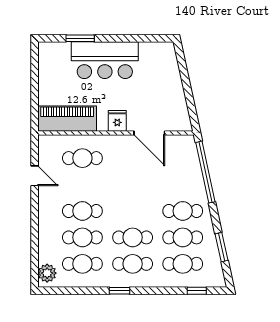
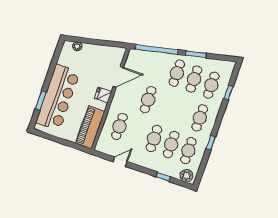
bar counter: (105, 60) -> (58, 97), width x1.36
plant: (172, 62) -> (77, 46), added
cafe table: (133, 237) -> (148, 100), moved
window: (35, 242) -> (163, 177), added
window: (222, 247) -> (196, 54), moved
window: (120, 291) -> (211, 143), moved
window: (197, 291) -> (228, 92), moved

